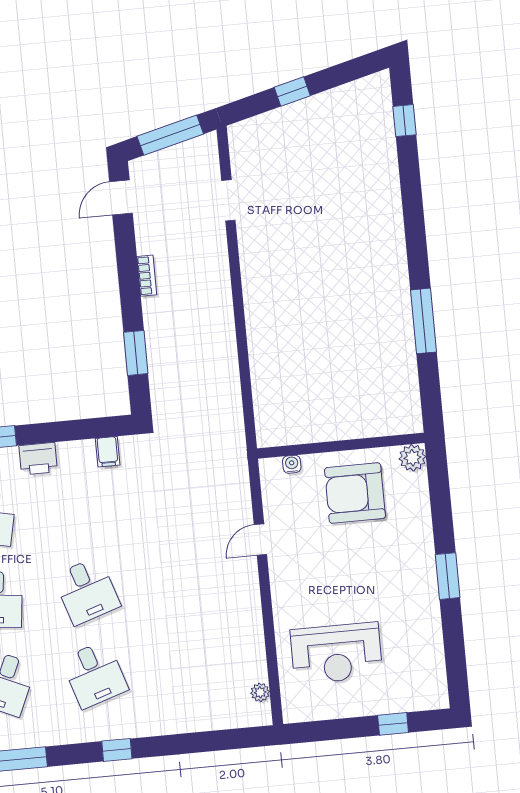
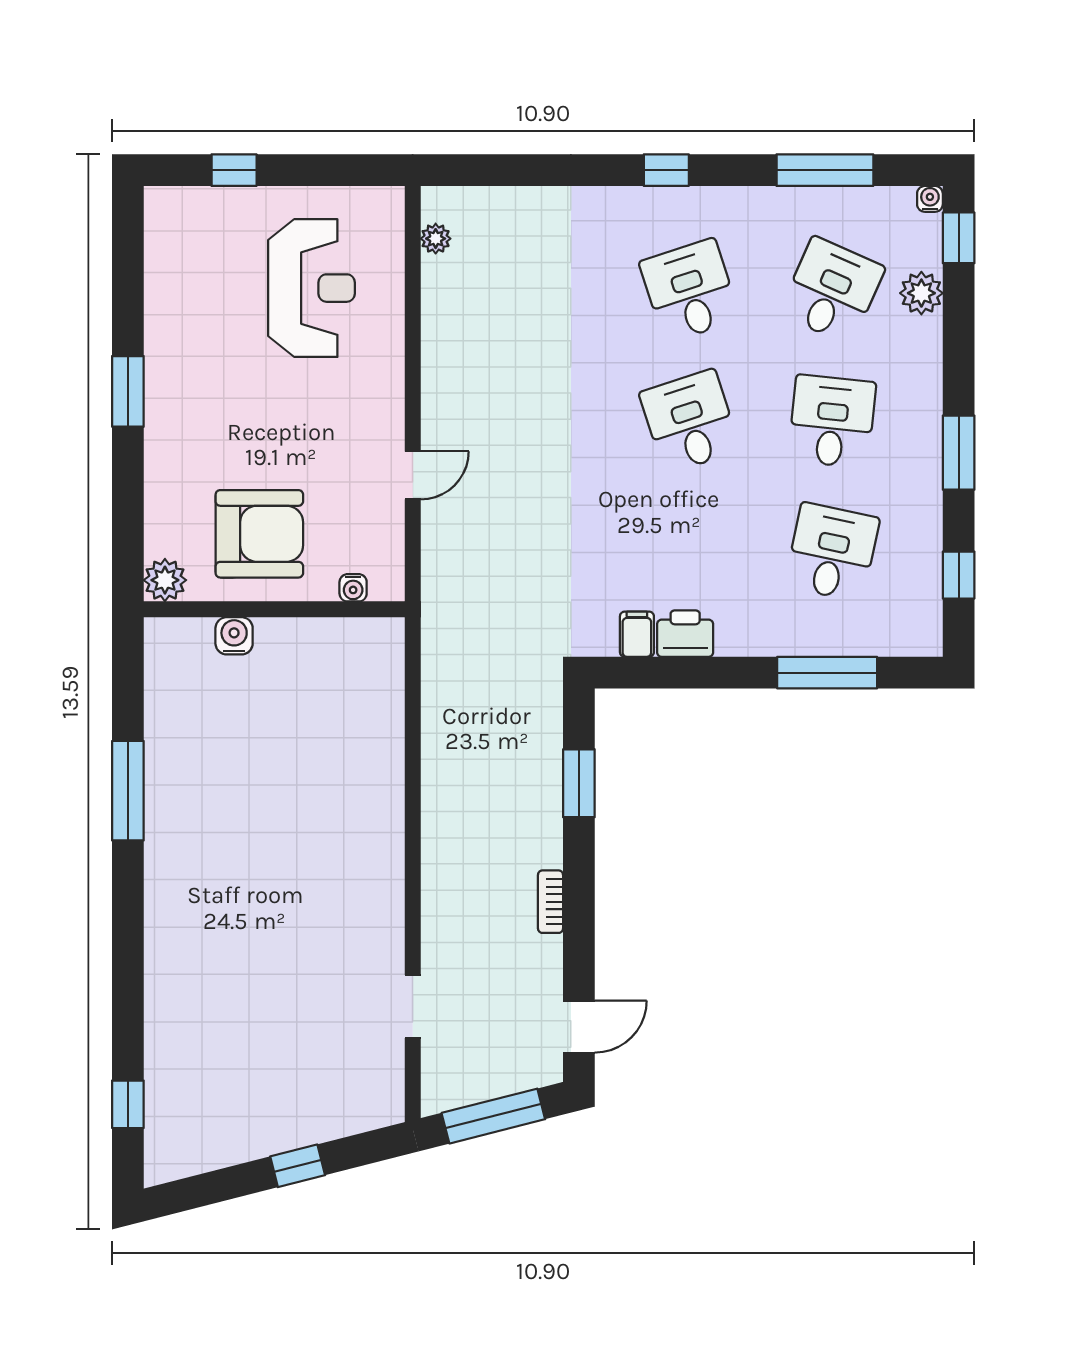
water cooler: (365, 426) -> (234, 636), added
printer: (38, 459) -> (685, 634), moved
reception desk: (336, 653) -> (312, 288), turned 90

